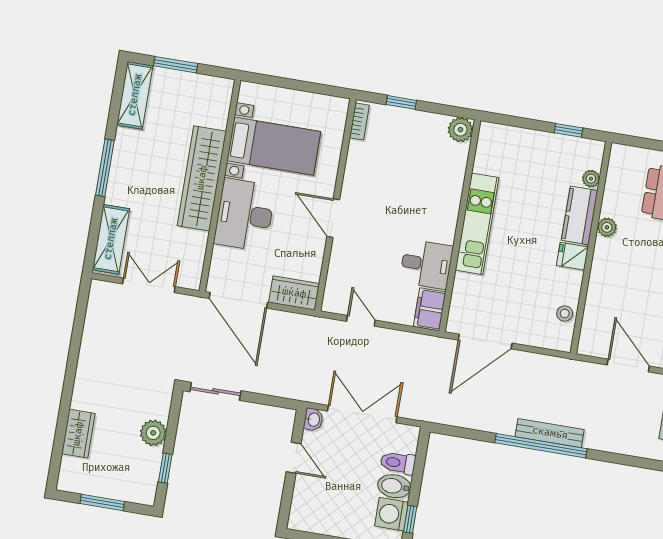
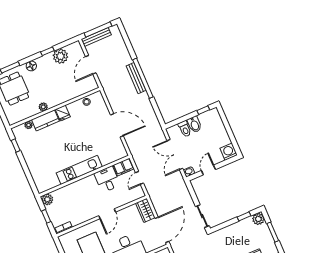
plant: (460, 130) -> (47, 199), moved
kitchen unit: (477, 224) -> (79, 170), moved
wall: (460, 226) -> (84, 176), moved
desk: (426, 264) -> (107, 179), moved
filing cabinet: (430, 309) -> (124, 167), moved
plant: (153, 433) -> (258, 219), moved
washing machine: (391, 514) -> (229, 152), moved, turned 180

